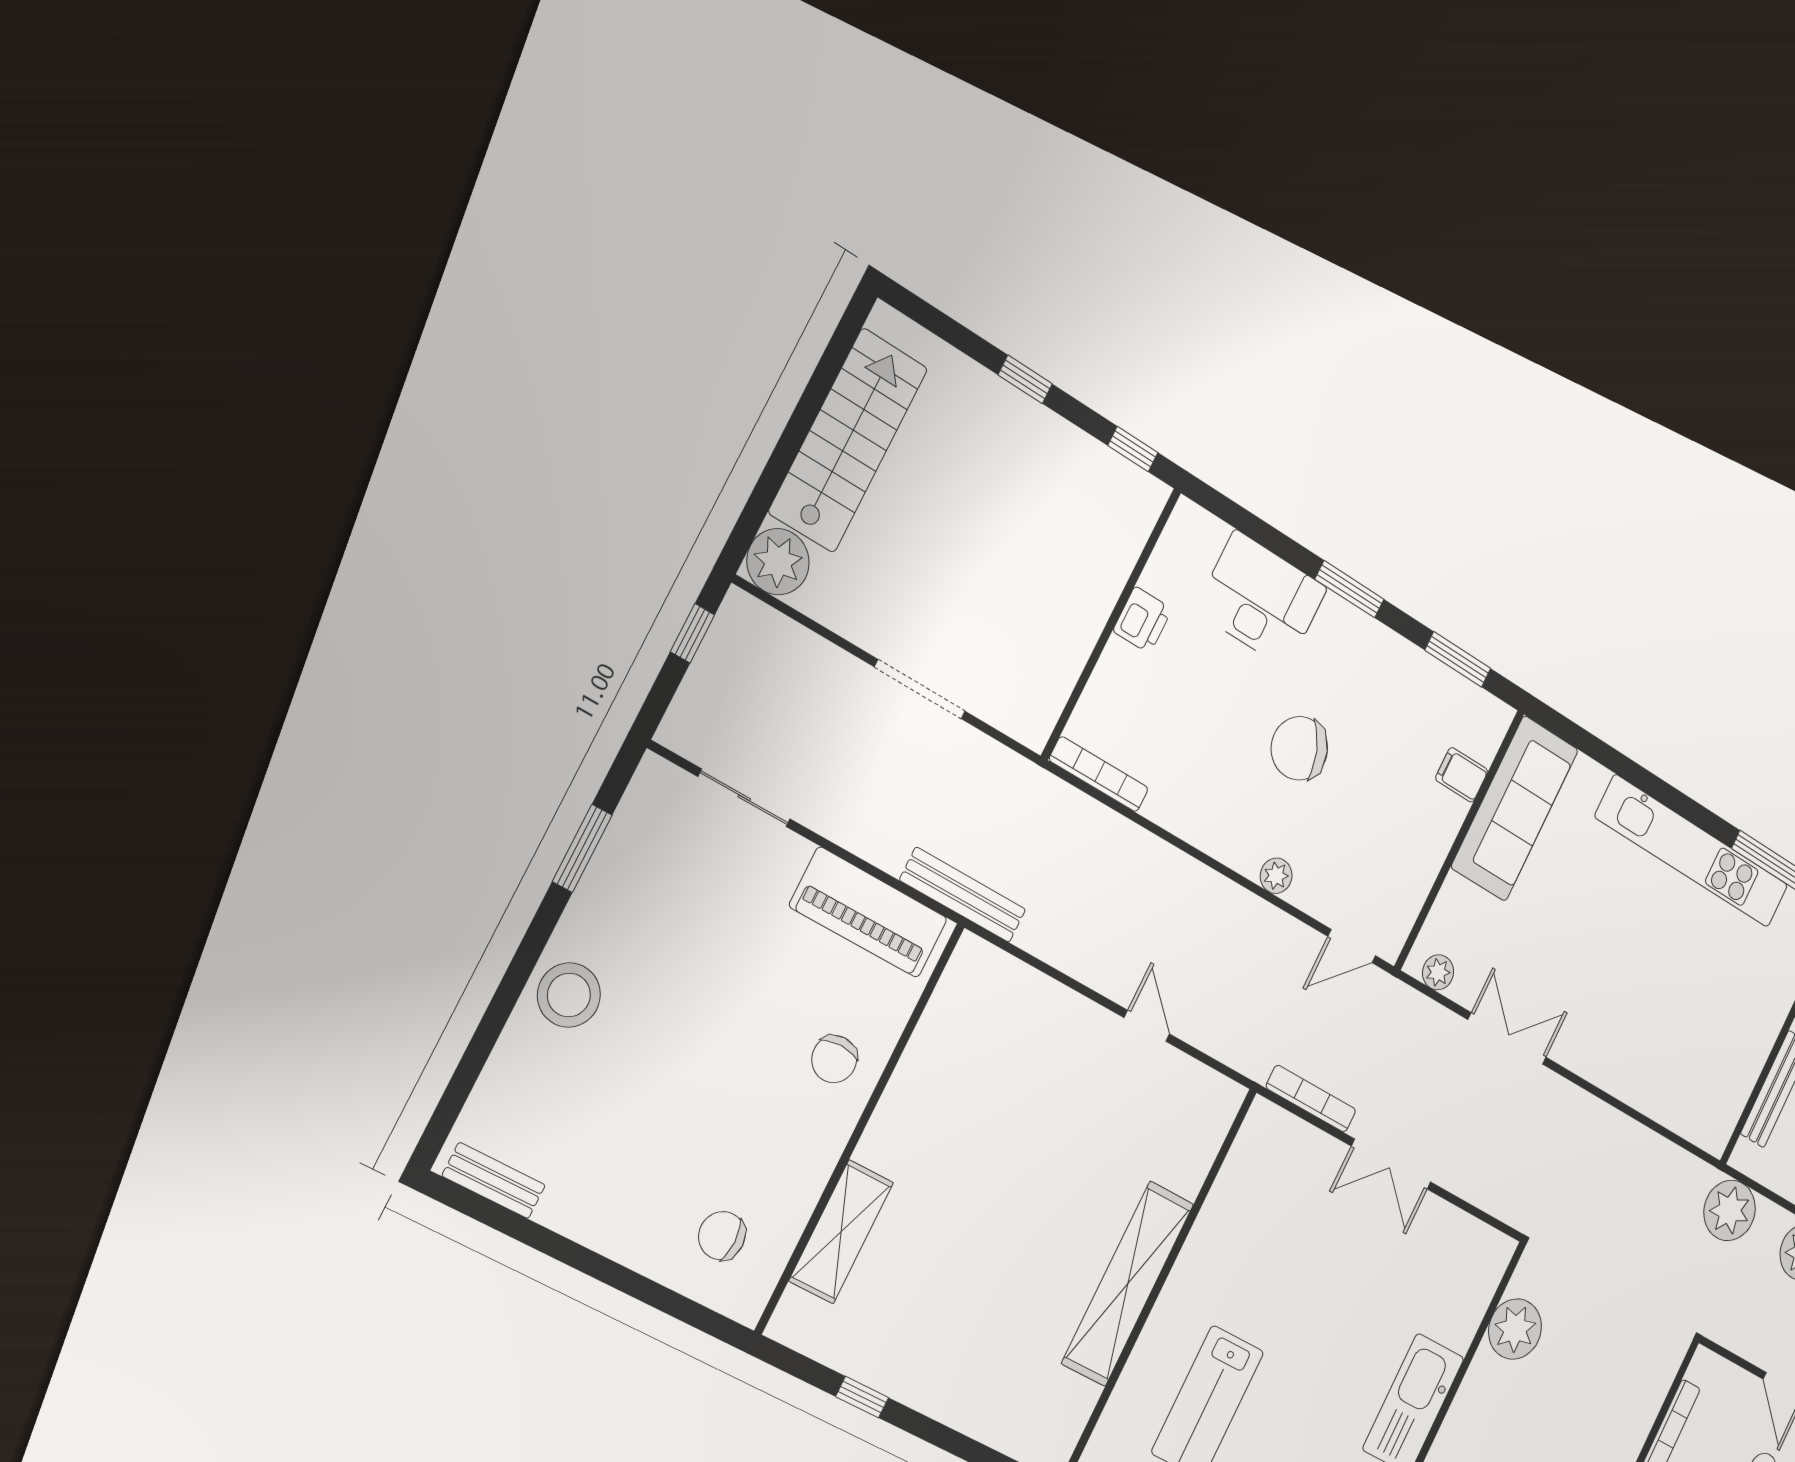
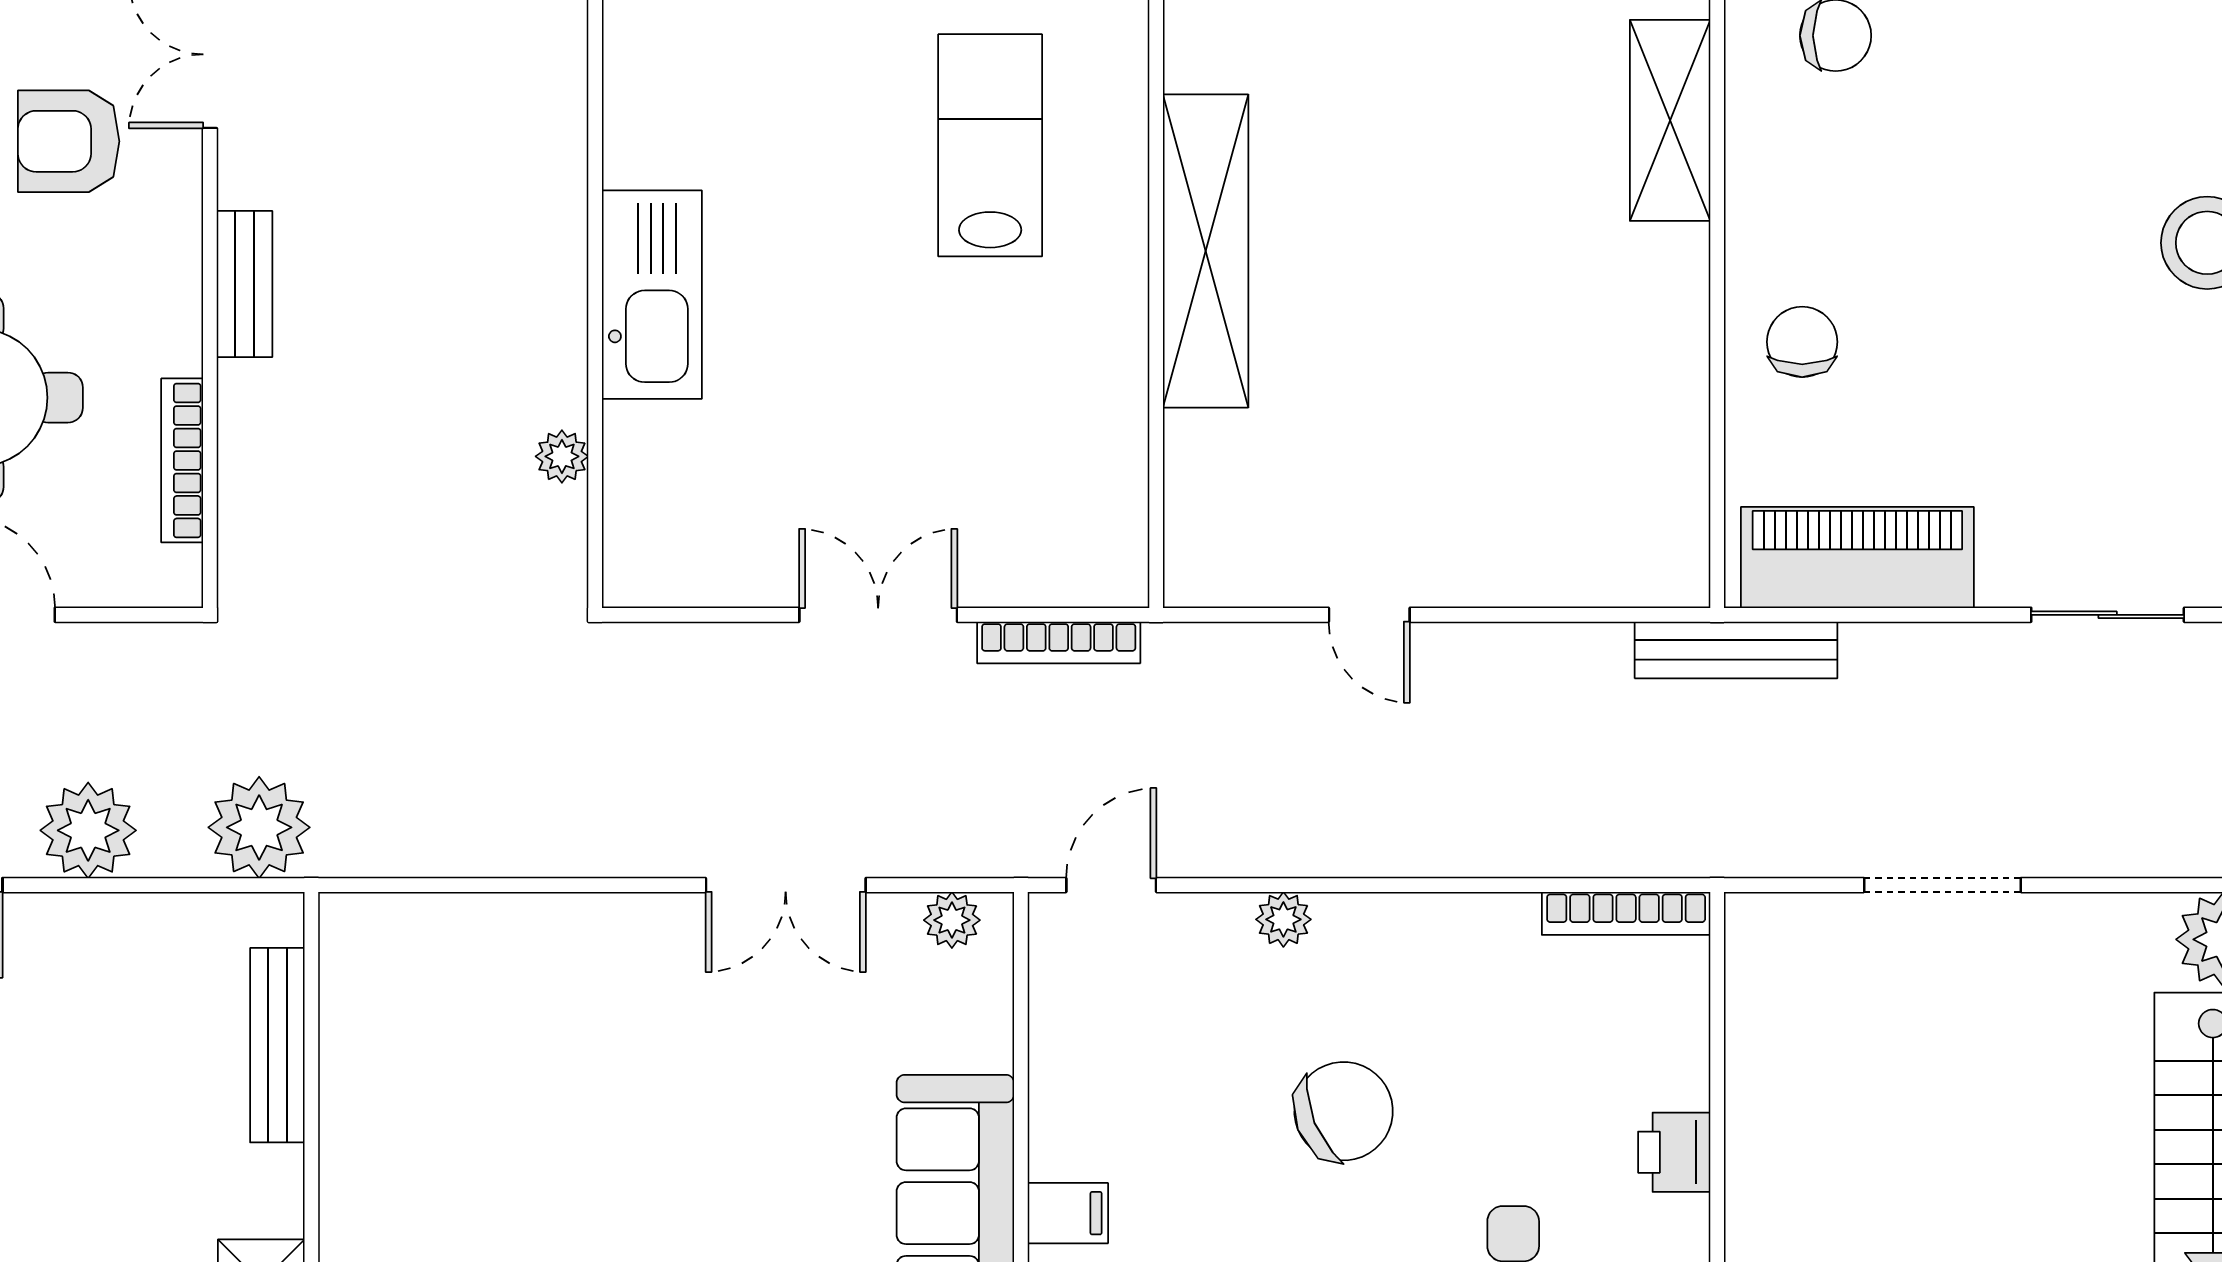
plant: (1515, 1329) -> (562, 456), width x0.53, depth x0.53

